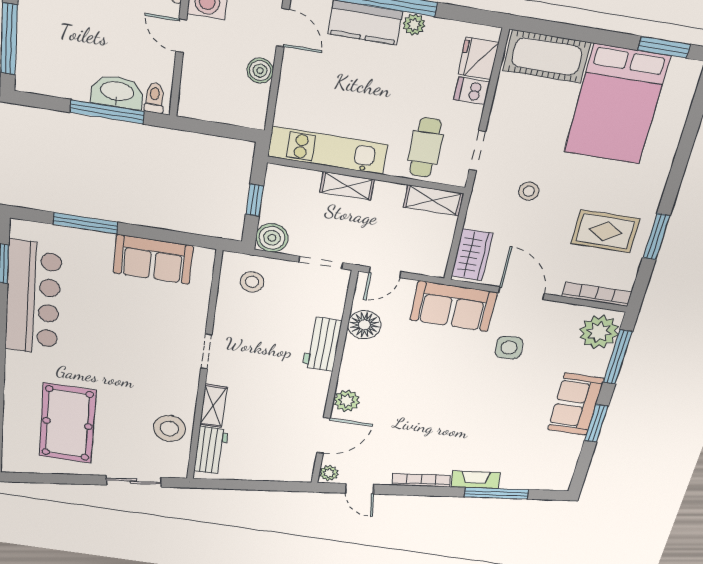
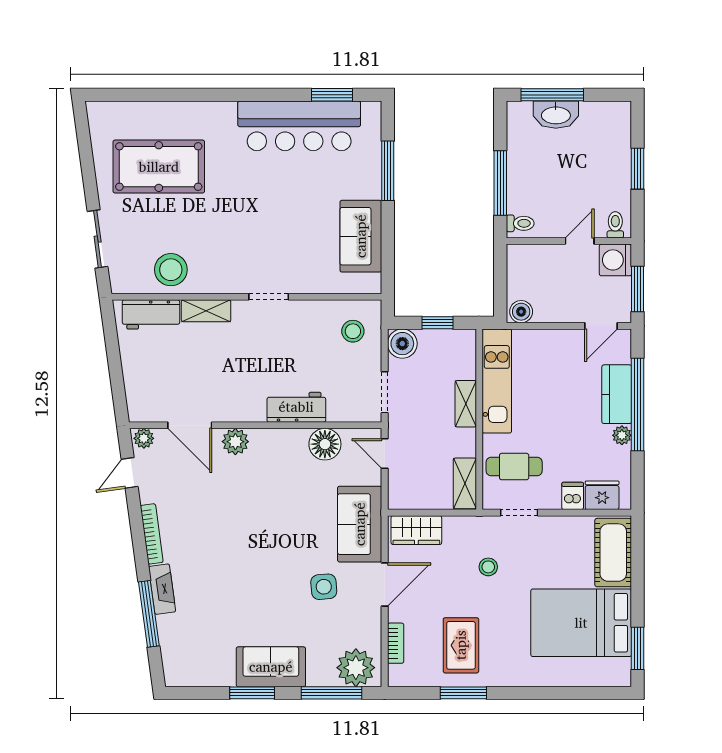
boiler: (260, 71) -> (521, 312), moved
washbasin: (117, 92) -> (556, 115), moved, turned 90
bookcase: (596, 294) -> (396, 643), width x0.64

